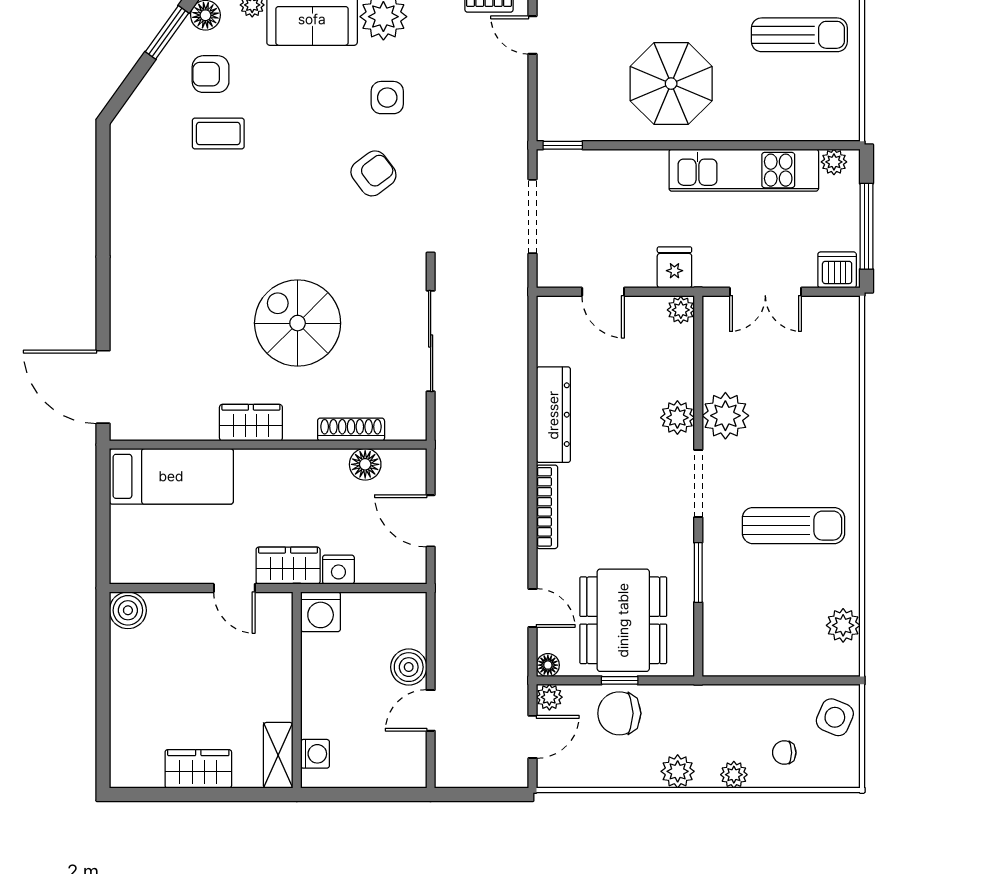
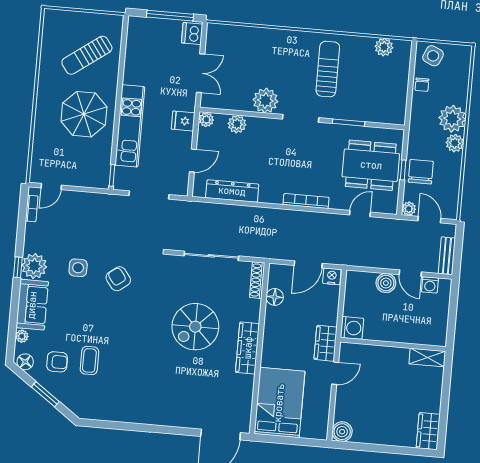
window: (167, 32) -> (45, 394), moved
sun lounger: (799, 35) -> (87, 55), moved, turned -126
armchair: (211, 74) -> (57, 362), turned -90
plant: (834, 162) -> (134, 30), removed
kitchen unit: (744, 170) -> (130, 126), moved
dresser: (553, 415) -> (232, 191), moved
plant: (677, 418) -> (237, 124), moved
wardrobe: (251, 423) -> (248, 348), width x1.50
shoe rack: (351, 429) -> (257, 280), moved
bed: (171, 476) -> (279, 403), width x1.50
nightstand: (338, 570) -> (332, 276), moved, turned -90
floor lamp: (548, 665) -> (391, 208), removed
chair: (619, 713) -> (421, 172), turned 180
chair: (784, 753) -> (422, 85), moved
washing machine: (315, 754) -> (430, 285), moved, turned 180
wardrobe: (198, 769) -> (428, 431), moved
bench: (469, 775) -> (447, 256), added
plant: (734, 775) -> (452, 119), width x1.87, depth x1.87

